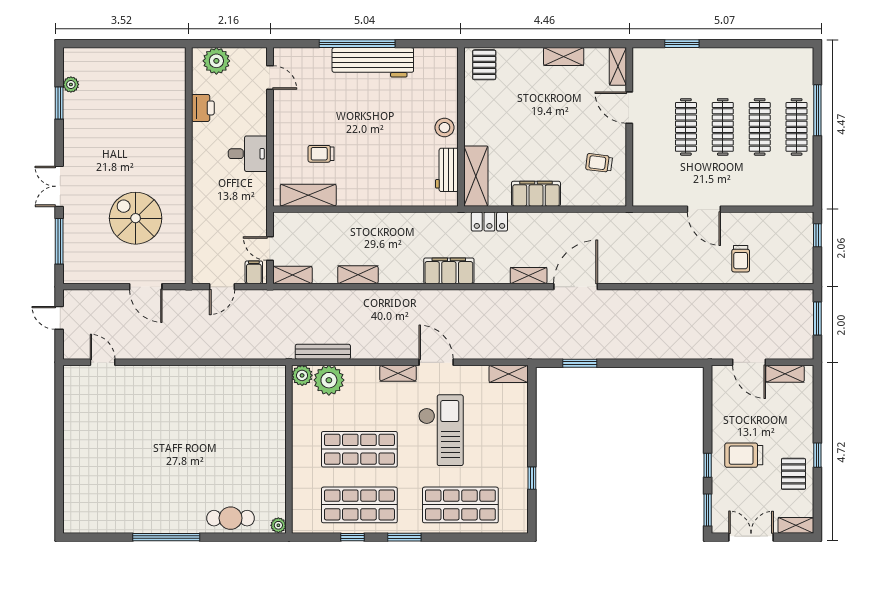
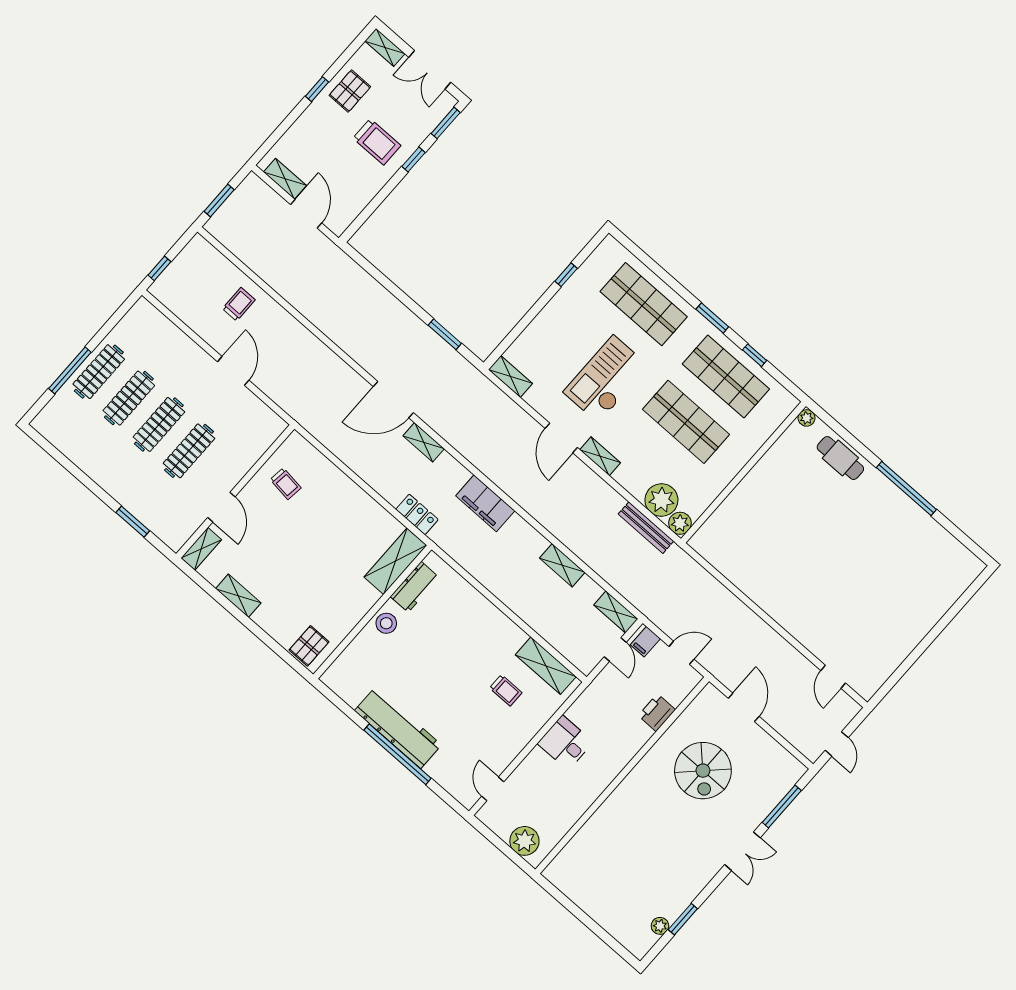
printer: (203, 108) -> (657, 713), moved
filing cabinet: (536, 194) -> (359, 504), removed

